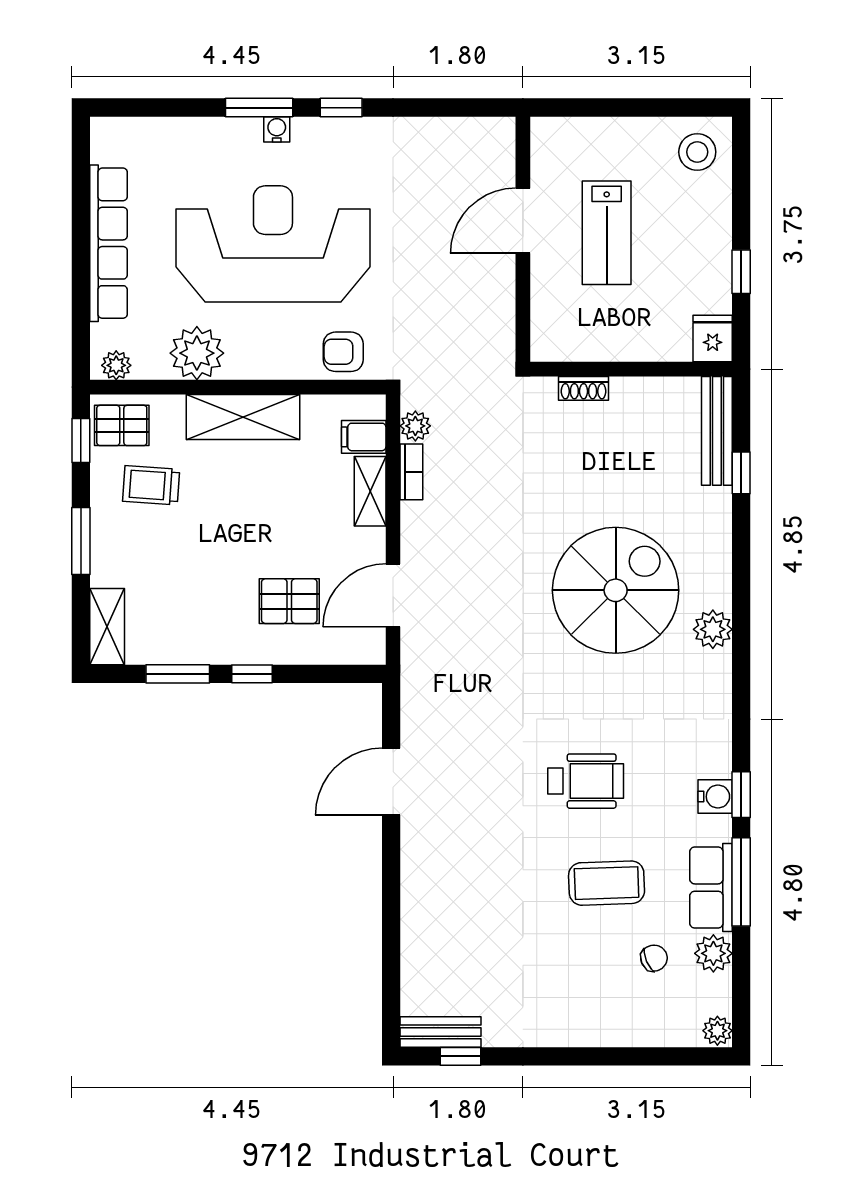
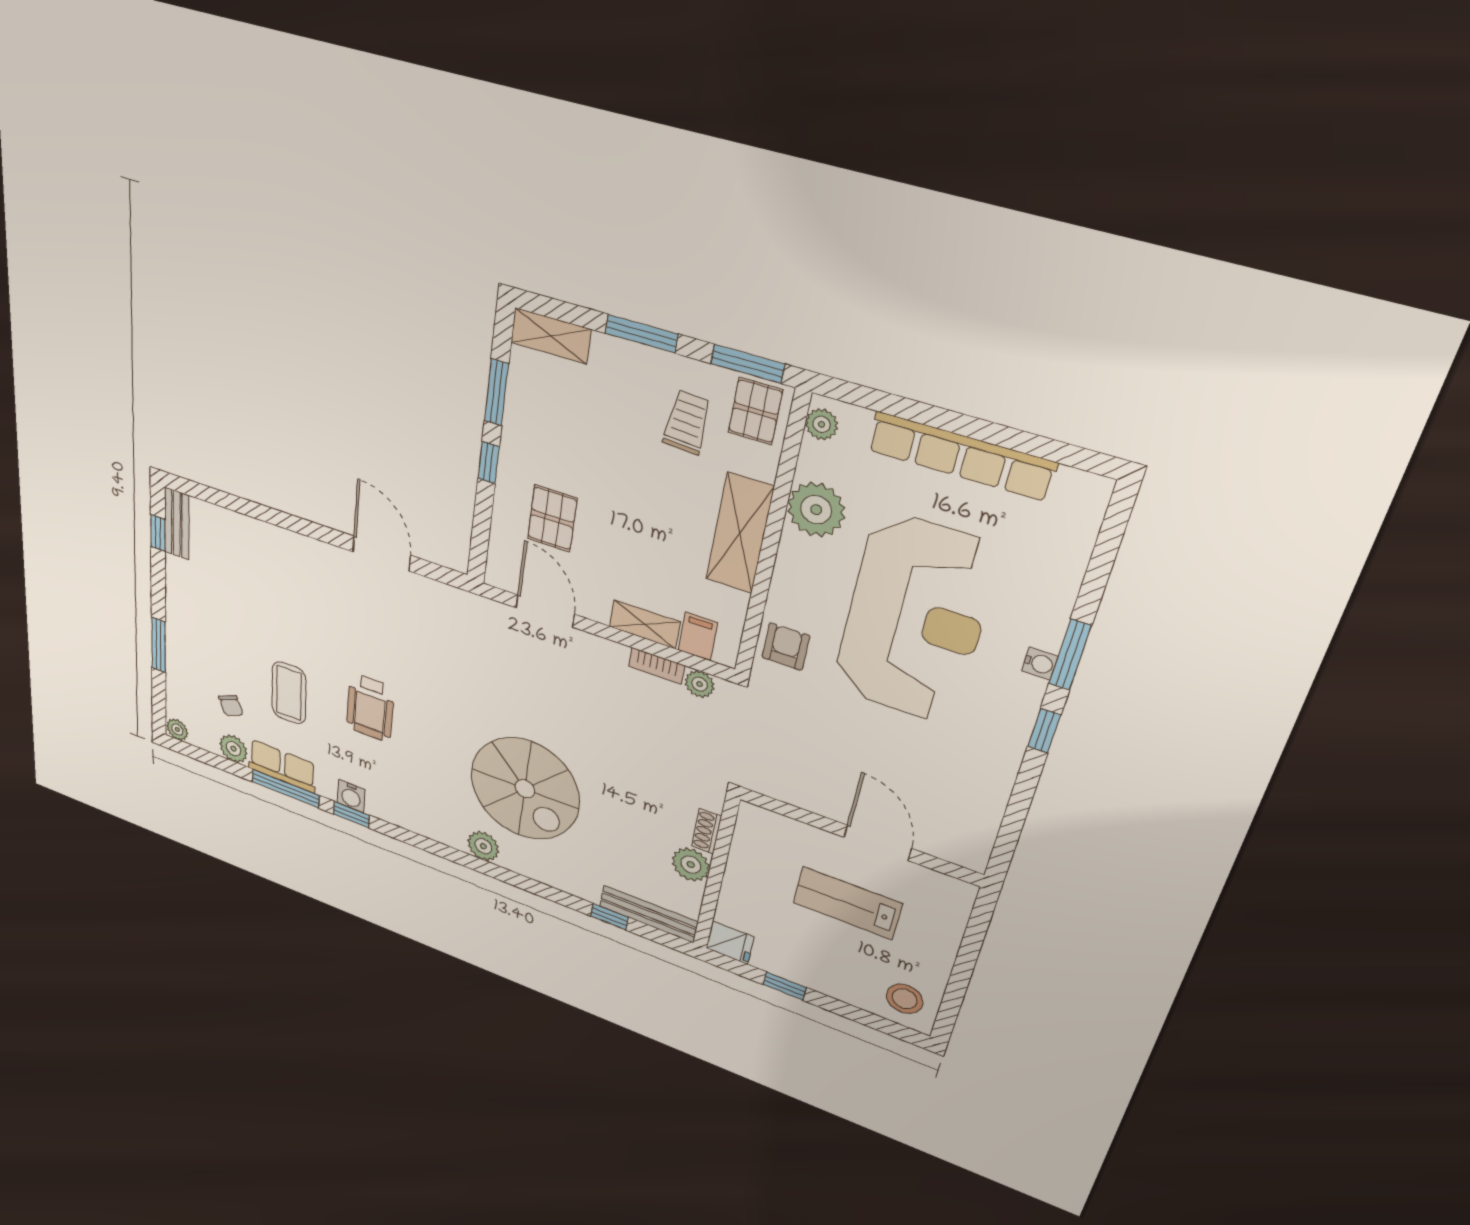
plant: (632, 397) -> (691, 865), added
window: (81, 441) -> (748, 364), width x1.50
window: (608, 1056) -> (159, 645), added

